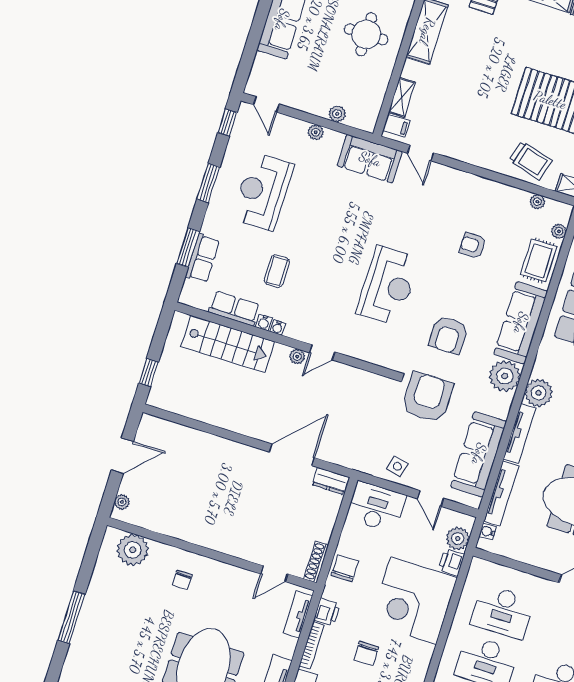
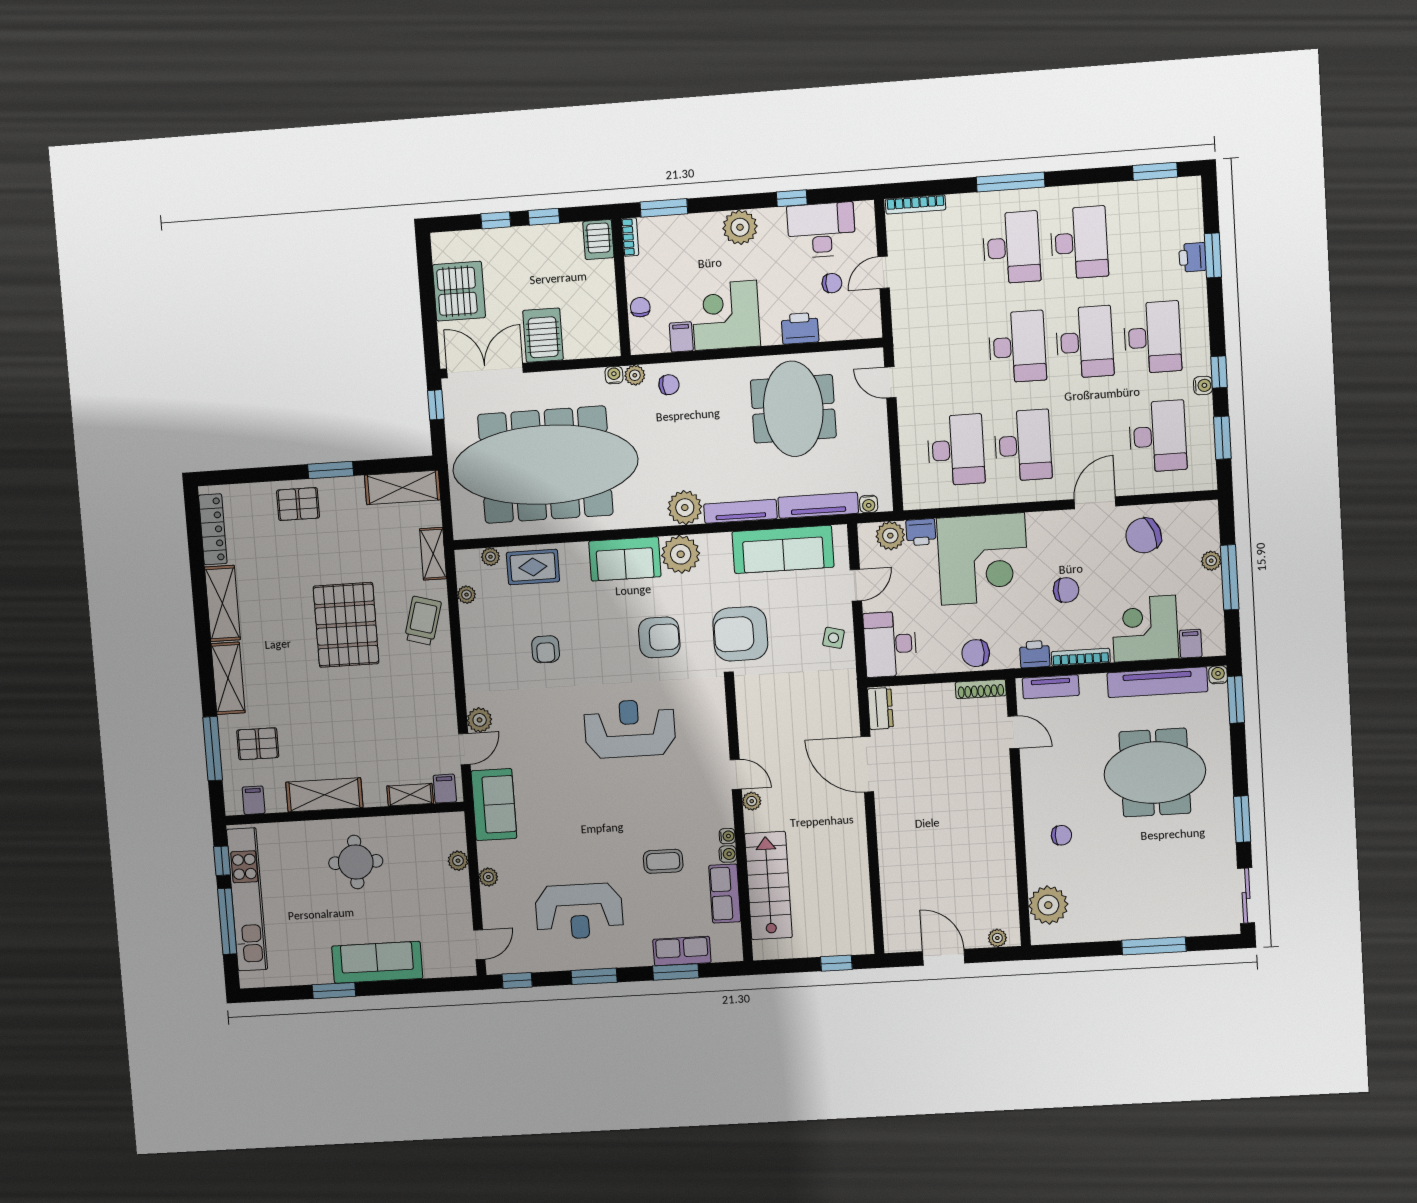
plant: (438, 174) -> (480, 720), added
sofa: (521, 323) -> (625, 559), width x0.73

